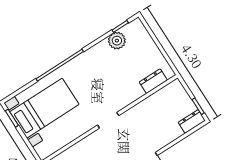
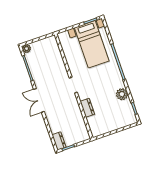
plant: (117, 41) -> (122, 94), moved
dresser: (153, 81) -> (87, 108), moved

